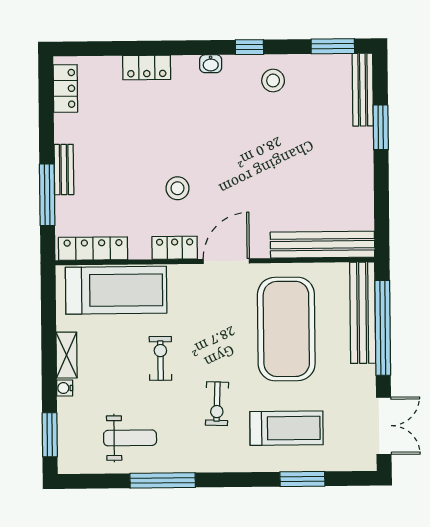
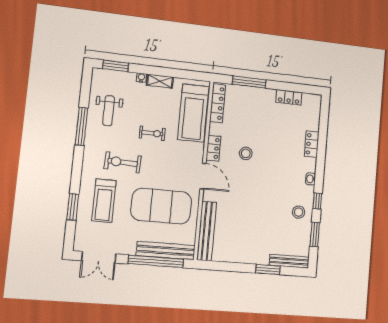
window: (333, 46) -> (315, 234), moved
locker: (65, 88) -> (289, 97), moved
bench: (64, 170) -> (262, 93), removed
exercise bike: (217, 404) -> (123, 162), width x1.38, depth x1.39

